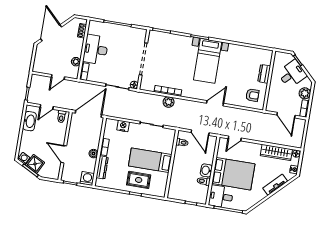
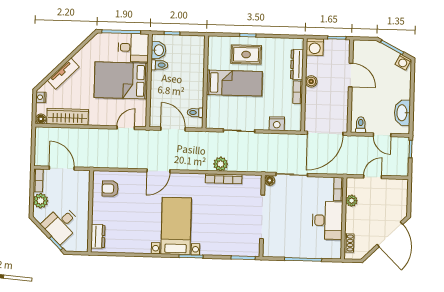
dresser: (264, 74) -> (98, 236), moved
door: (47, 107) -> (382, 135), swing flipped
shower: (35, 164) -> (387, 57), removed
washbasin: (206, 170) -> (158, 50), moved

